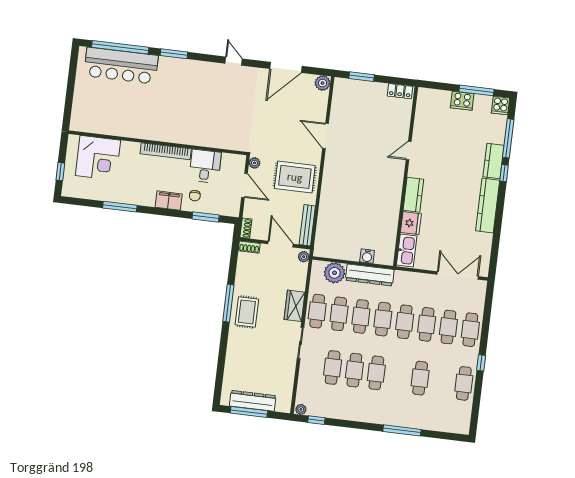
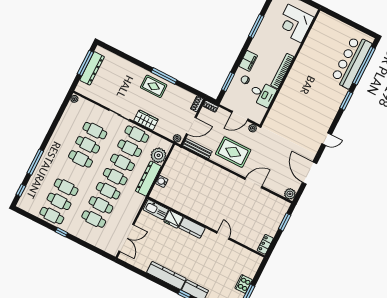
rug: (295, 177) -> (233, 152), turned 90
cafe table: (470, 330) -> (59, 201), moved
window: (316, 420) -> (21, 190), moved

